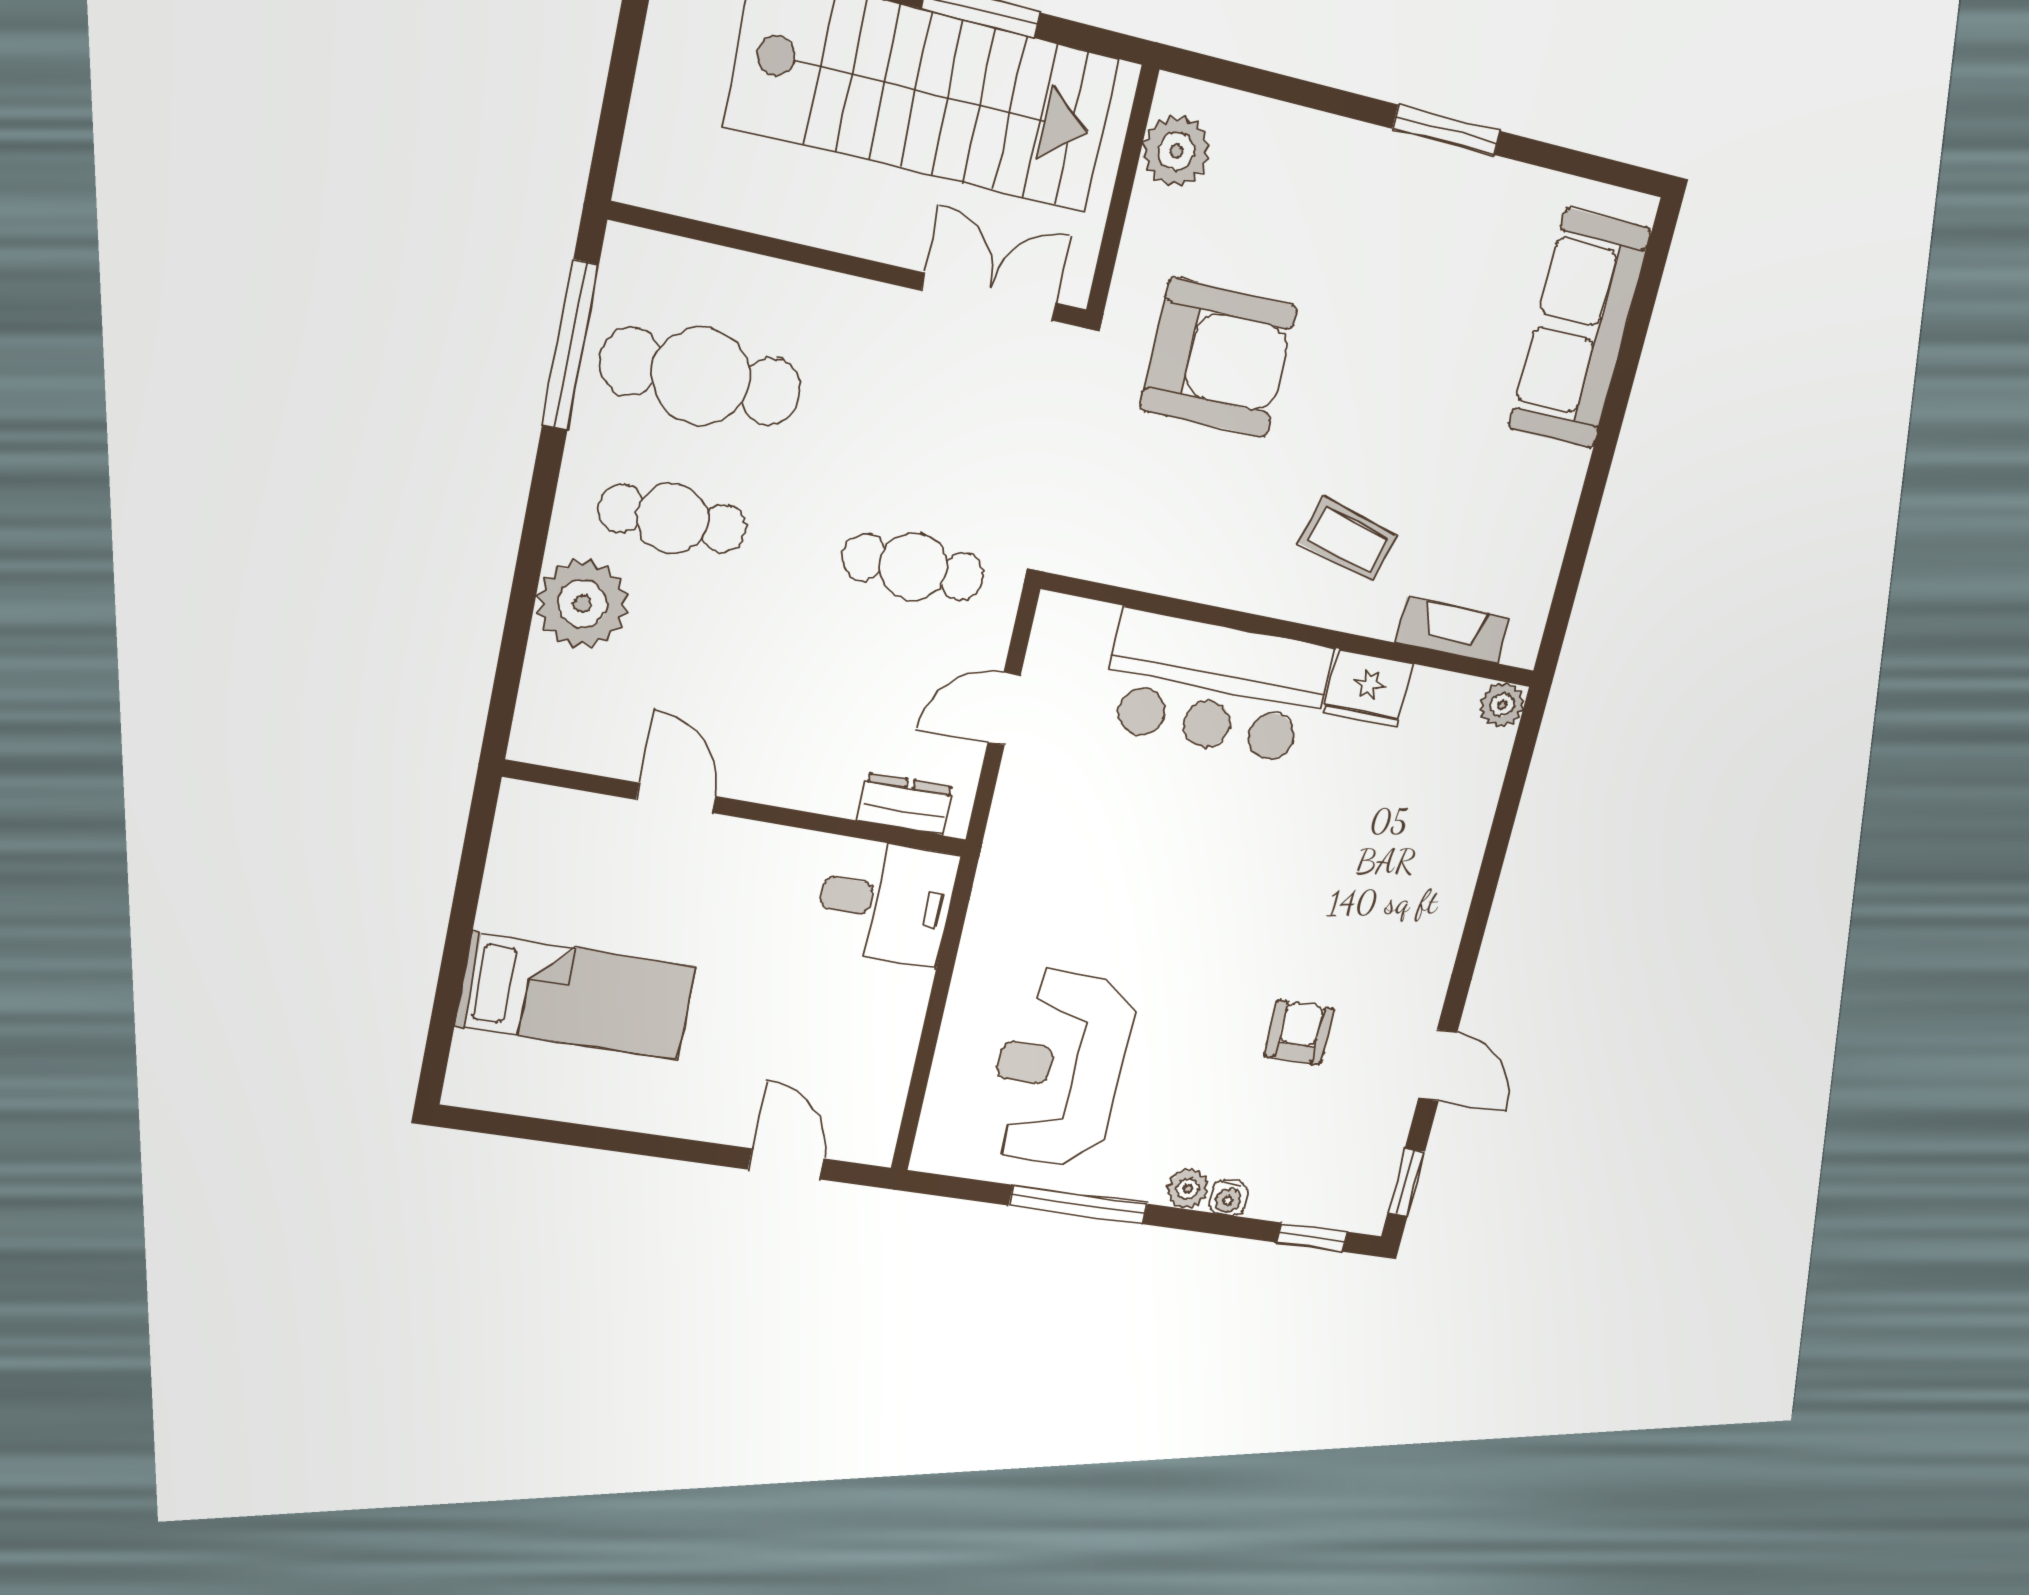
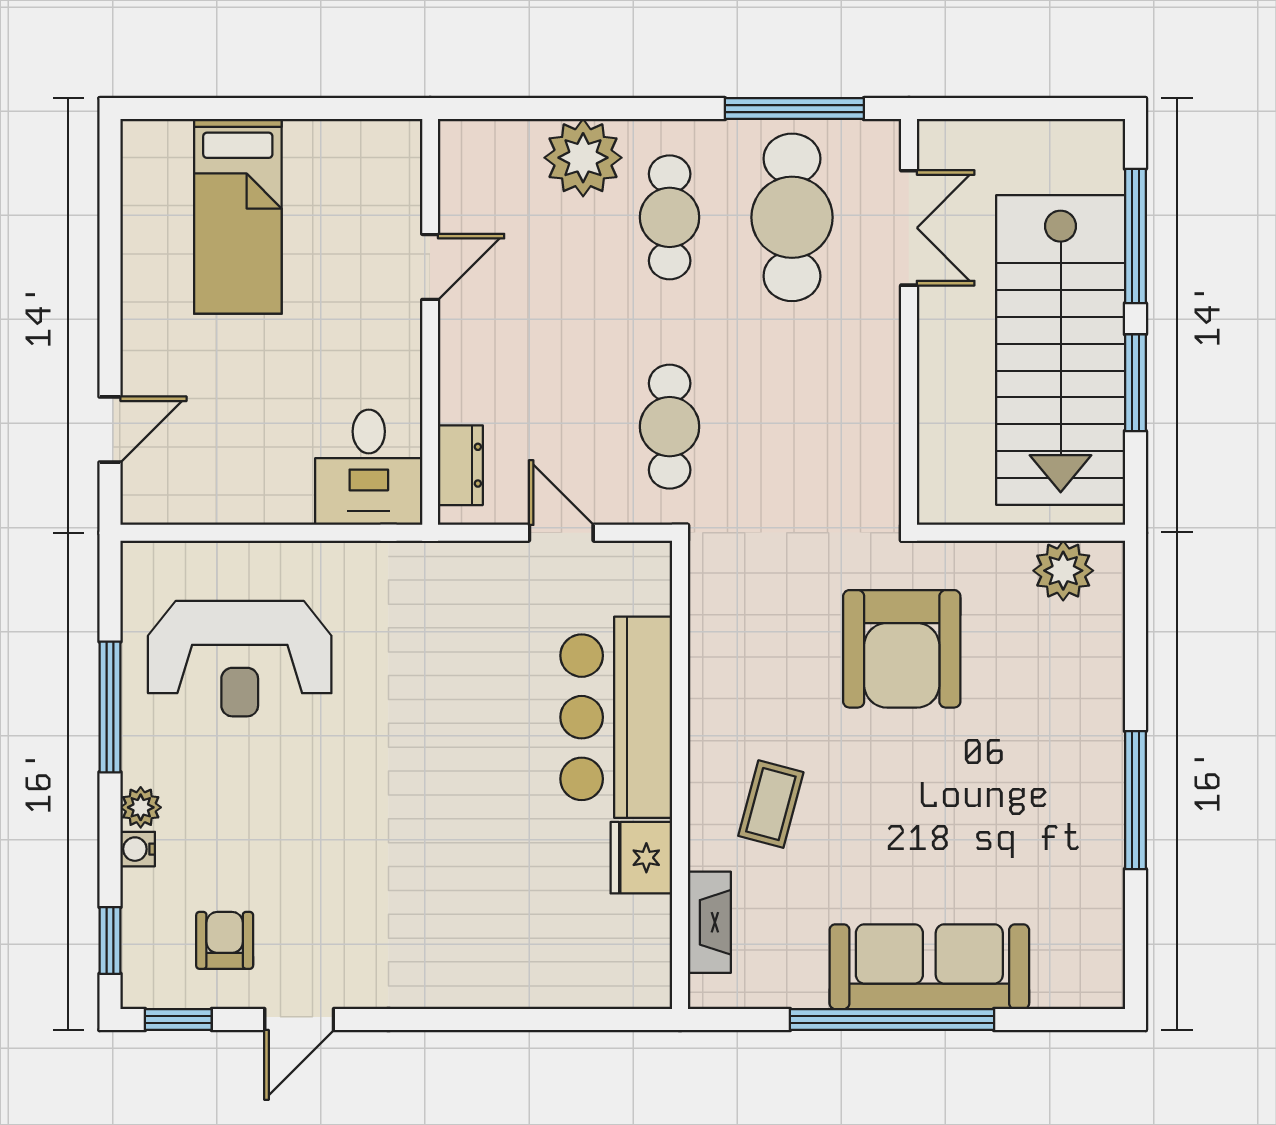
window: (1447, 130) -> (1135, 800), width x1.44
double door: (989, 297) -> (909, 228), moved
sofa: (1580, 329) -> (929, 967), moved
window: (1602, 456) -> (892, 1019), added
plant: (1502, 705) -> (651, 988), removed
armchair: (1299, 1032) -> (225, 940), moved, turned -90
reception desk: (1060, 1068) -> (240, 659), turned 180

